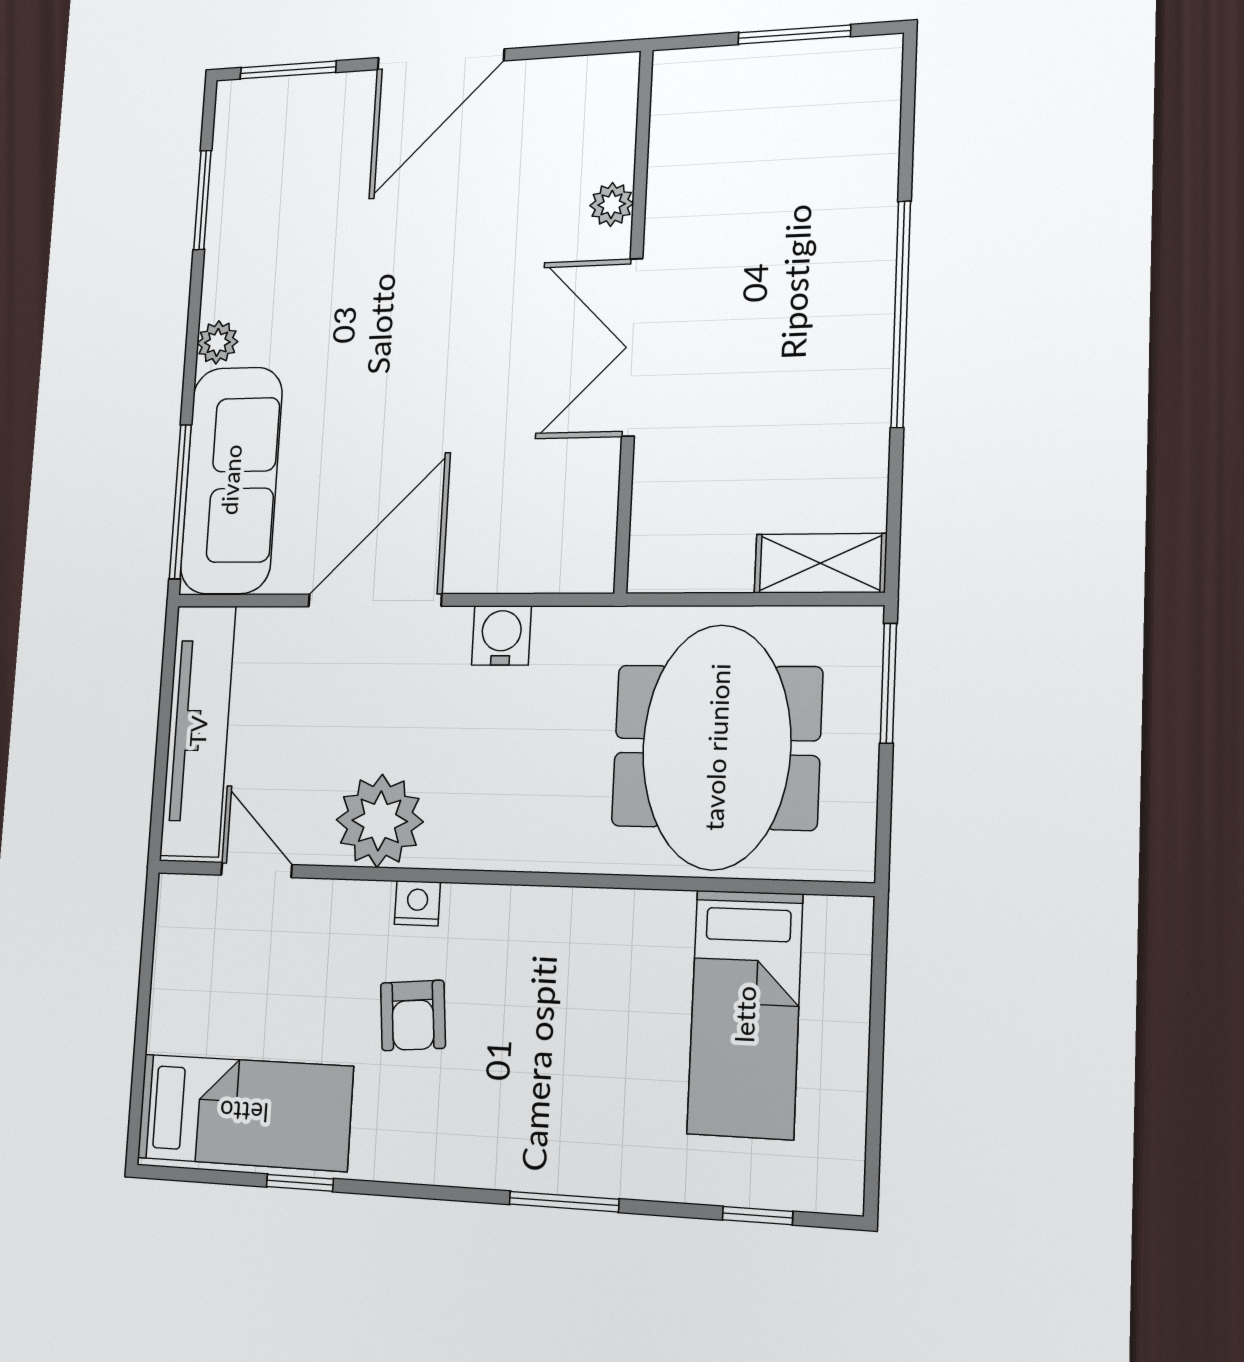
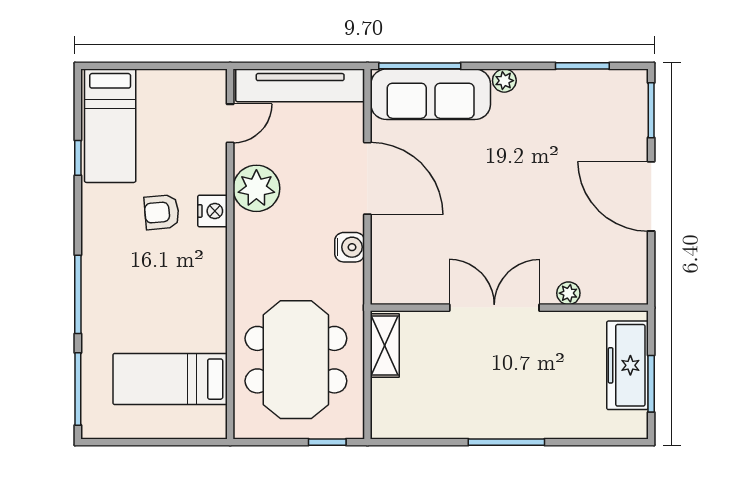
freezer: (756, 83) -> (627, 365), added
window: (901, 314) -> (506, 442), width x0.68
shelving: (820, 563) -> (385, 345), moved
window: (888, 683) -> (327, 442), width x0.67
meeting table: (717, 747) -> (296, 360), turned 90
nightstand: (417, 903) -> (213, 211), width x1.39, depth x1.35
window: (564, 1202) -> (78, 294), width x1.44
window: (758, 1216) -> (78, 389), width x2.17

